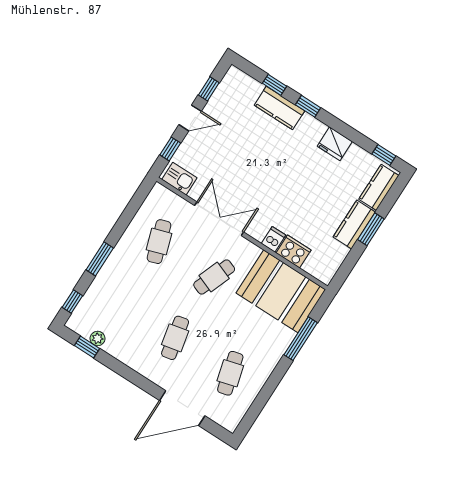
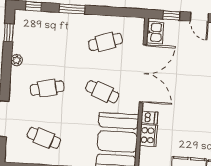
double door: (219, 219) -> (143, 74), width x1.36
plant: (98, 338) -> (17, 60), moved
cafe table: (230, 373) -> (44, 138), turned 33

